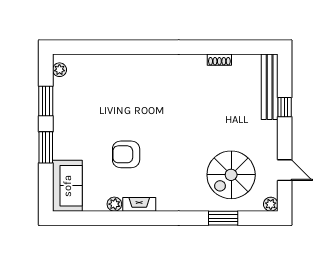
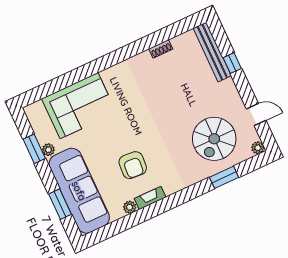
plant: (59, 70) -> (48, 150), moved
corner sofa: (111, 78) -> (79, 106), added
window: (46, 147) -> (60, 204), moved
armchair: (126, 154) -> (133, 165), moved, turned -86
sofa: (67, 186) -> (79, 191), width x1.85, depth x1.27

